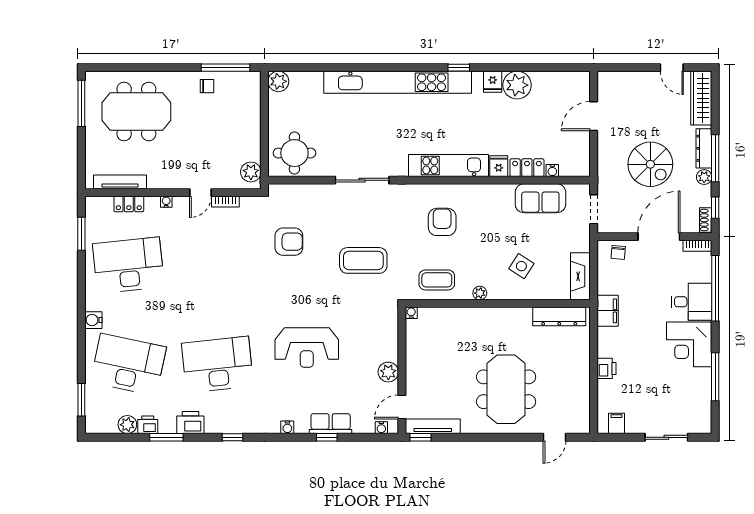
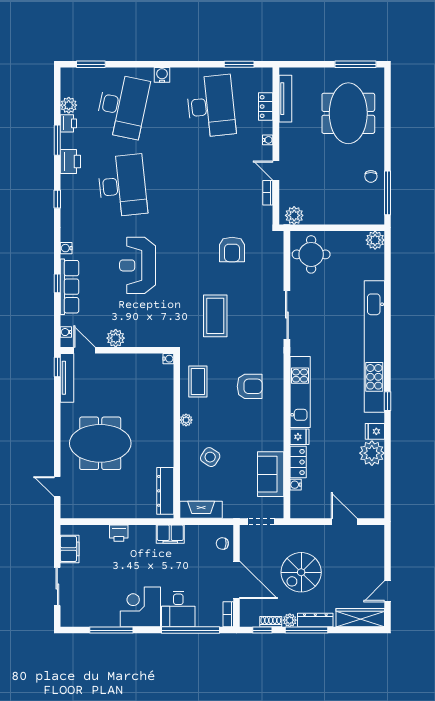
shoe rack: (706, 220) -> (271, 622), moved
filing cabinet: (616, 423) -> (70, 549), width x2.00
row of seats: (331, 424) -> (70, 287), width x1.48

